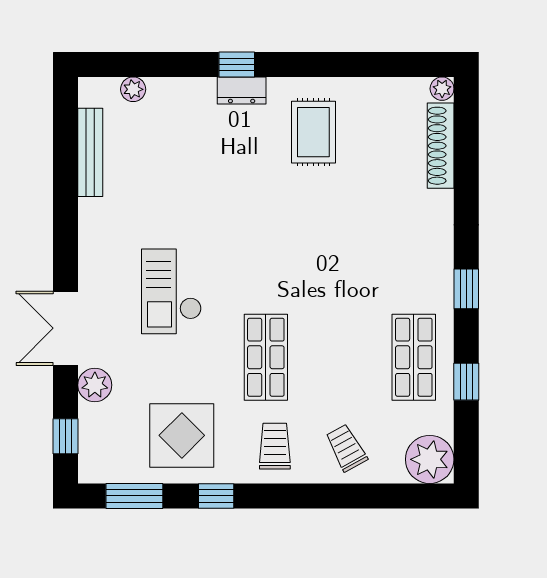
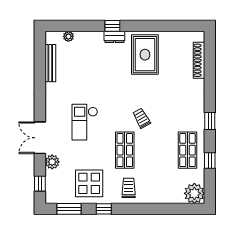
plant: (442, 89) -> (200, 36), removed
rug: (313, 132) -> (145, 55), width x1.36, depth x1.43
trolley: (346, 448) -> (142, 118), moved

